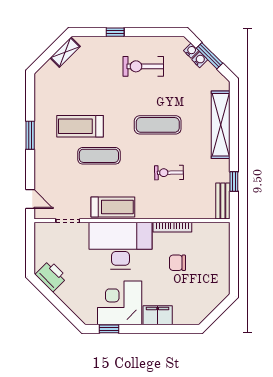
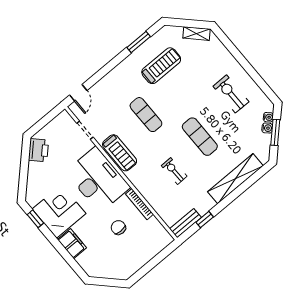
window: (115, 32) -> (238, 56), removed
treadmill: (80, 126) -> (161, 66), moved, turned 90
window: (30, 135) -> (139, 42), moved

